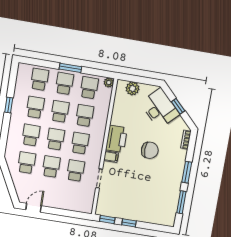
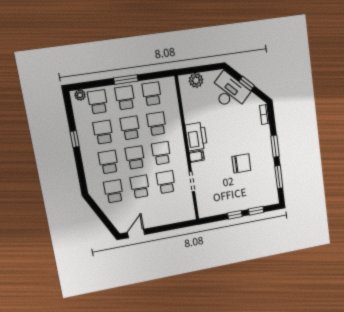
plant: (109, 83) -> (80, 95), moved
chair: (150, 150) -> (241, 163), moved
window: (107, 219) -> (256, 211), moved

